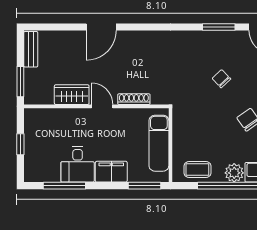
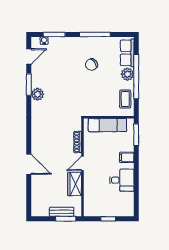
plant: (205, 40) -> (37, 94), added
bench: (31, 49) -> (62, 212), moved
chair: (221, 79) -> (64, 83), removed
filing cabinet: (111, 172) -> (127, 157), width x0.50
window: (64, 186) -> (136, 189), removed

